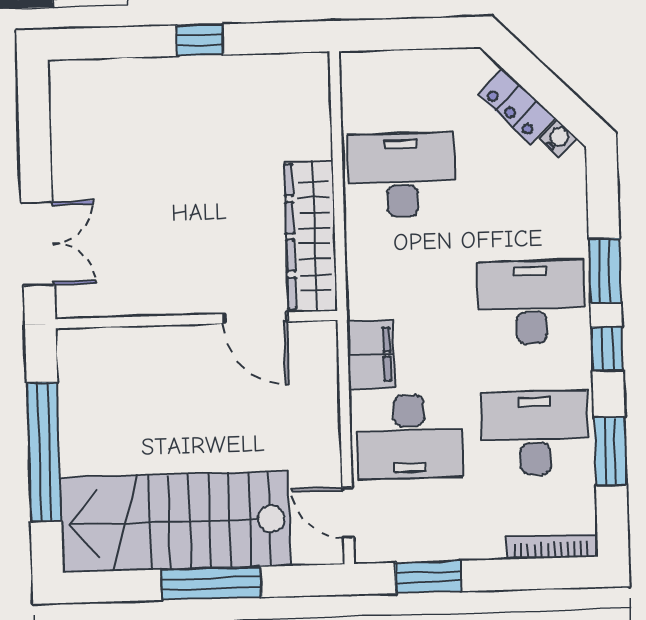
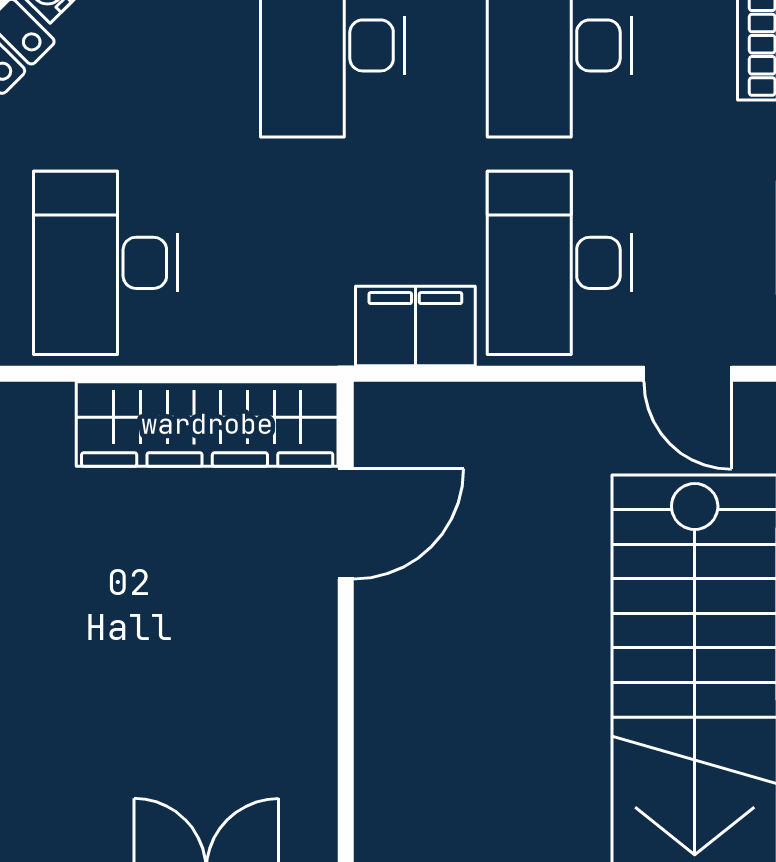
desk: (410, 437) -> (559, 263), turned 180
door: (348, 513) -> (688, 374), hinge flipped

